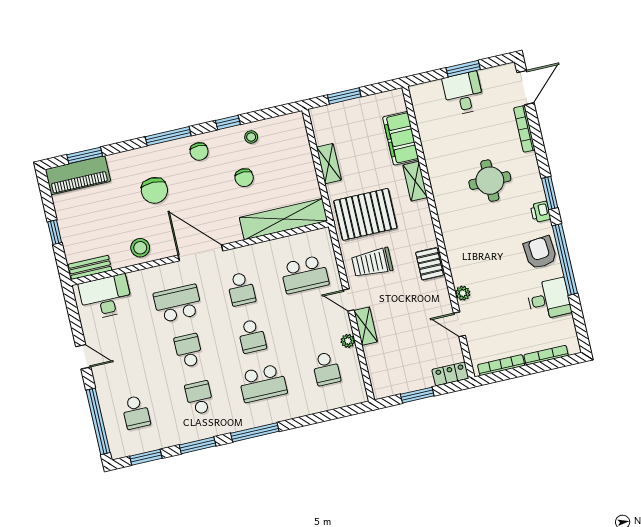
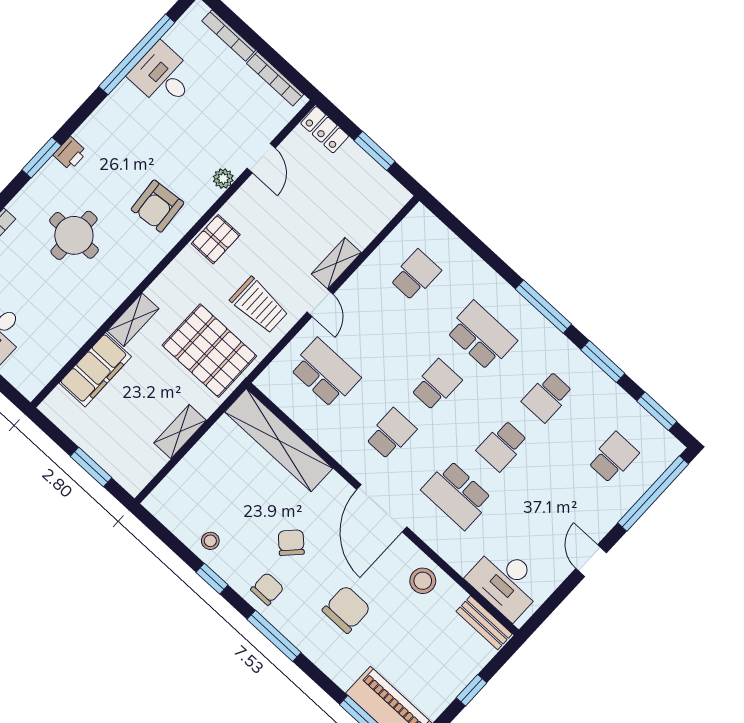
chair: (244, 178) -> (291, 543), moved, turned -46
armchair: (540, 253) -> (158, 206), moved
window: (565, 259) -> (137, 54), moved
plant: (348, 341) -> (367, 272), removed

